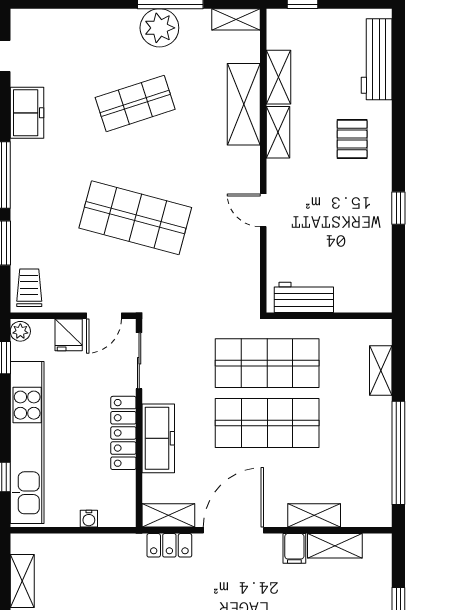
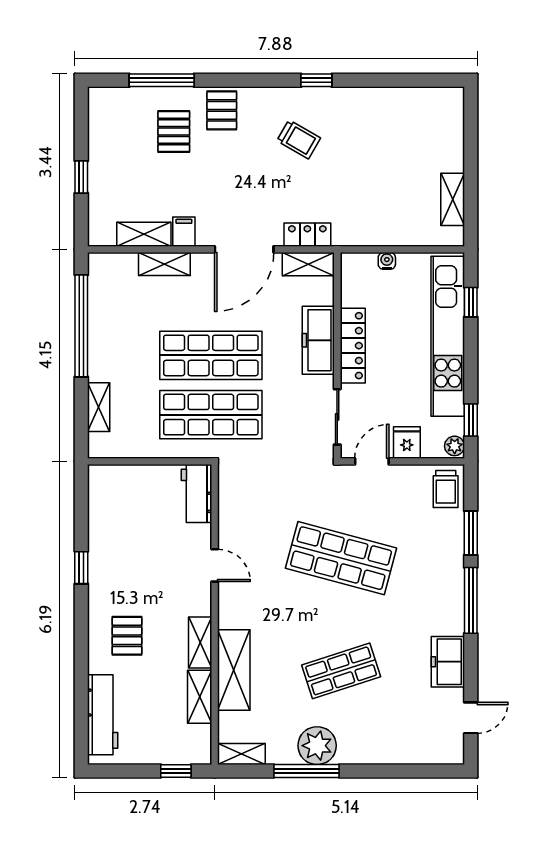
workbench: (304, 297) -> (197, 494), moved, turned 90

